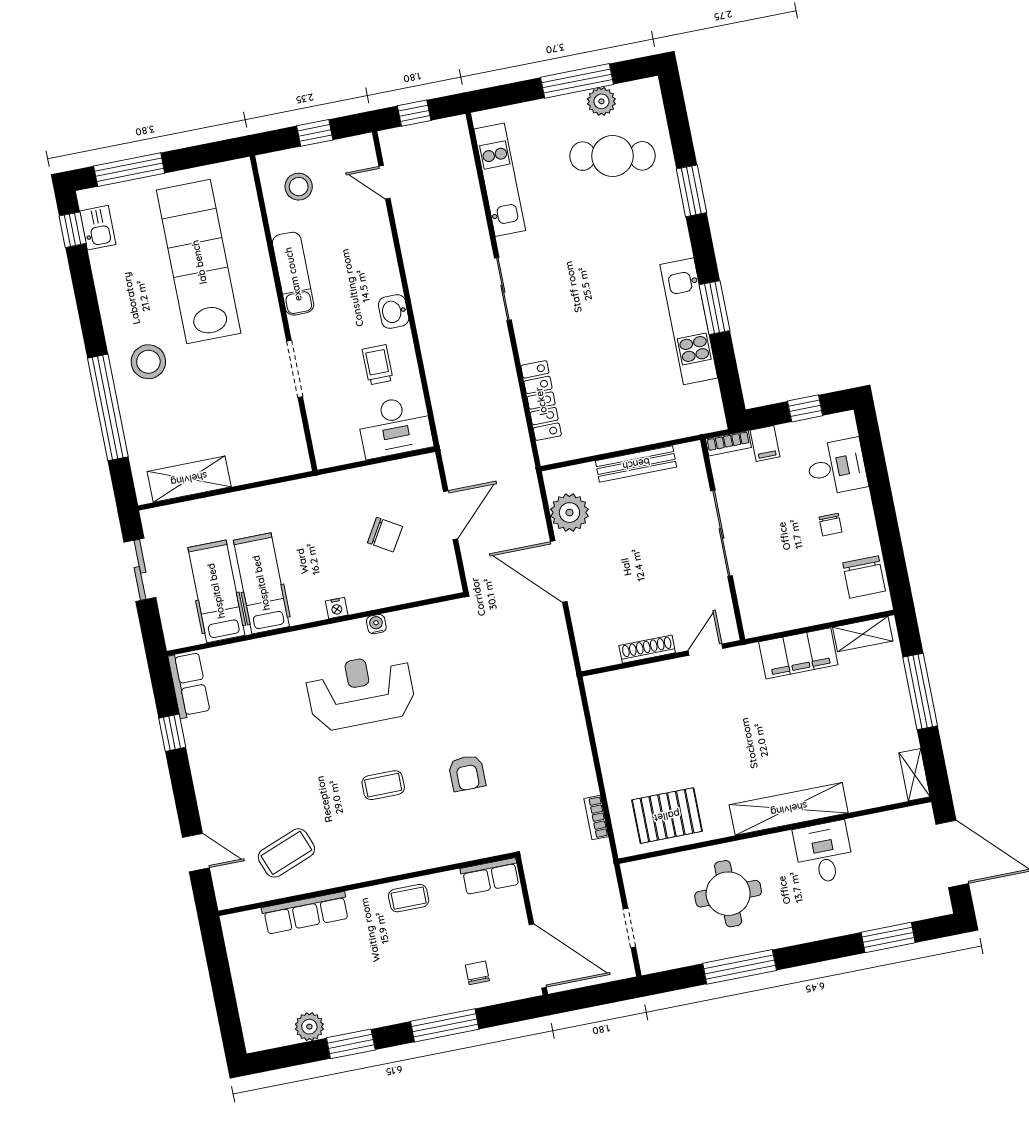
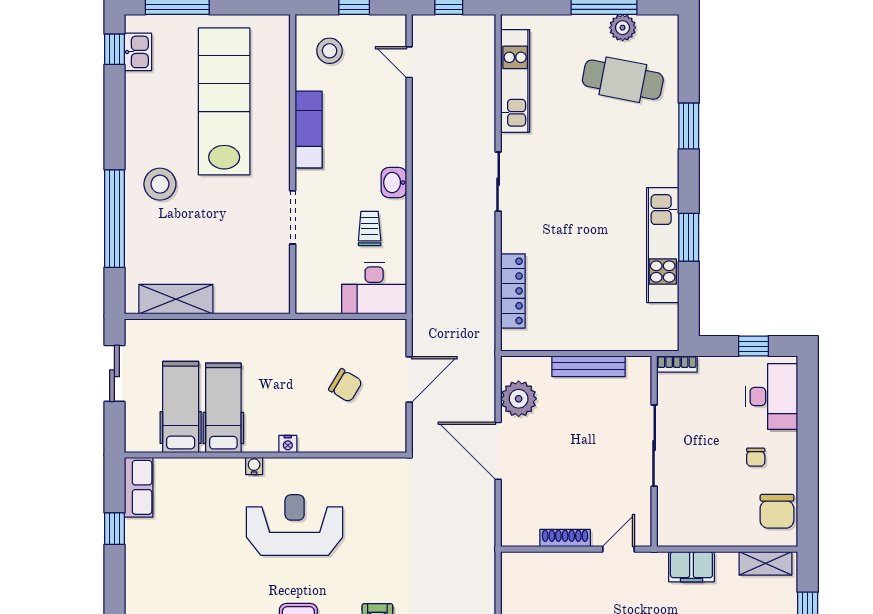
filing cabinet: (765, 444) -> (710, 371), removed
desk: (837, 467) -> (772, 396), width x1.37
water cooler: (376, 624) -> (254, 466), moved
filing cabinet: (798, 653) -> (691, 567), width x0.67, depth x0.86

